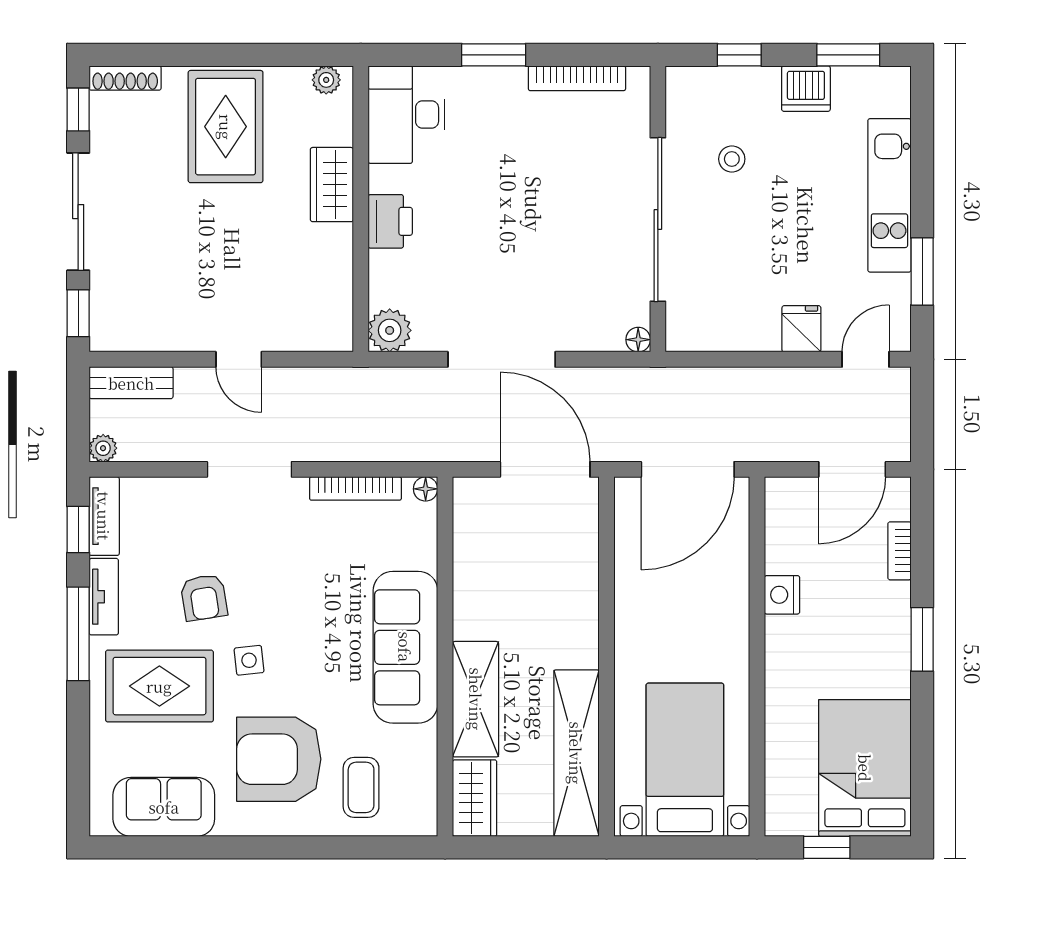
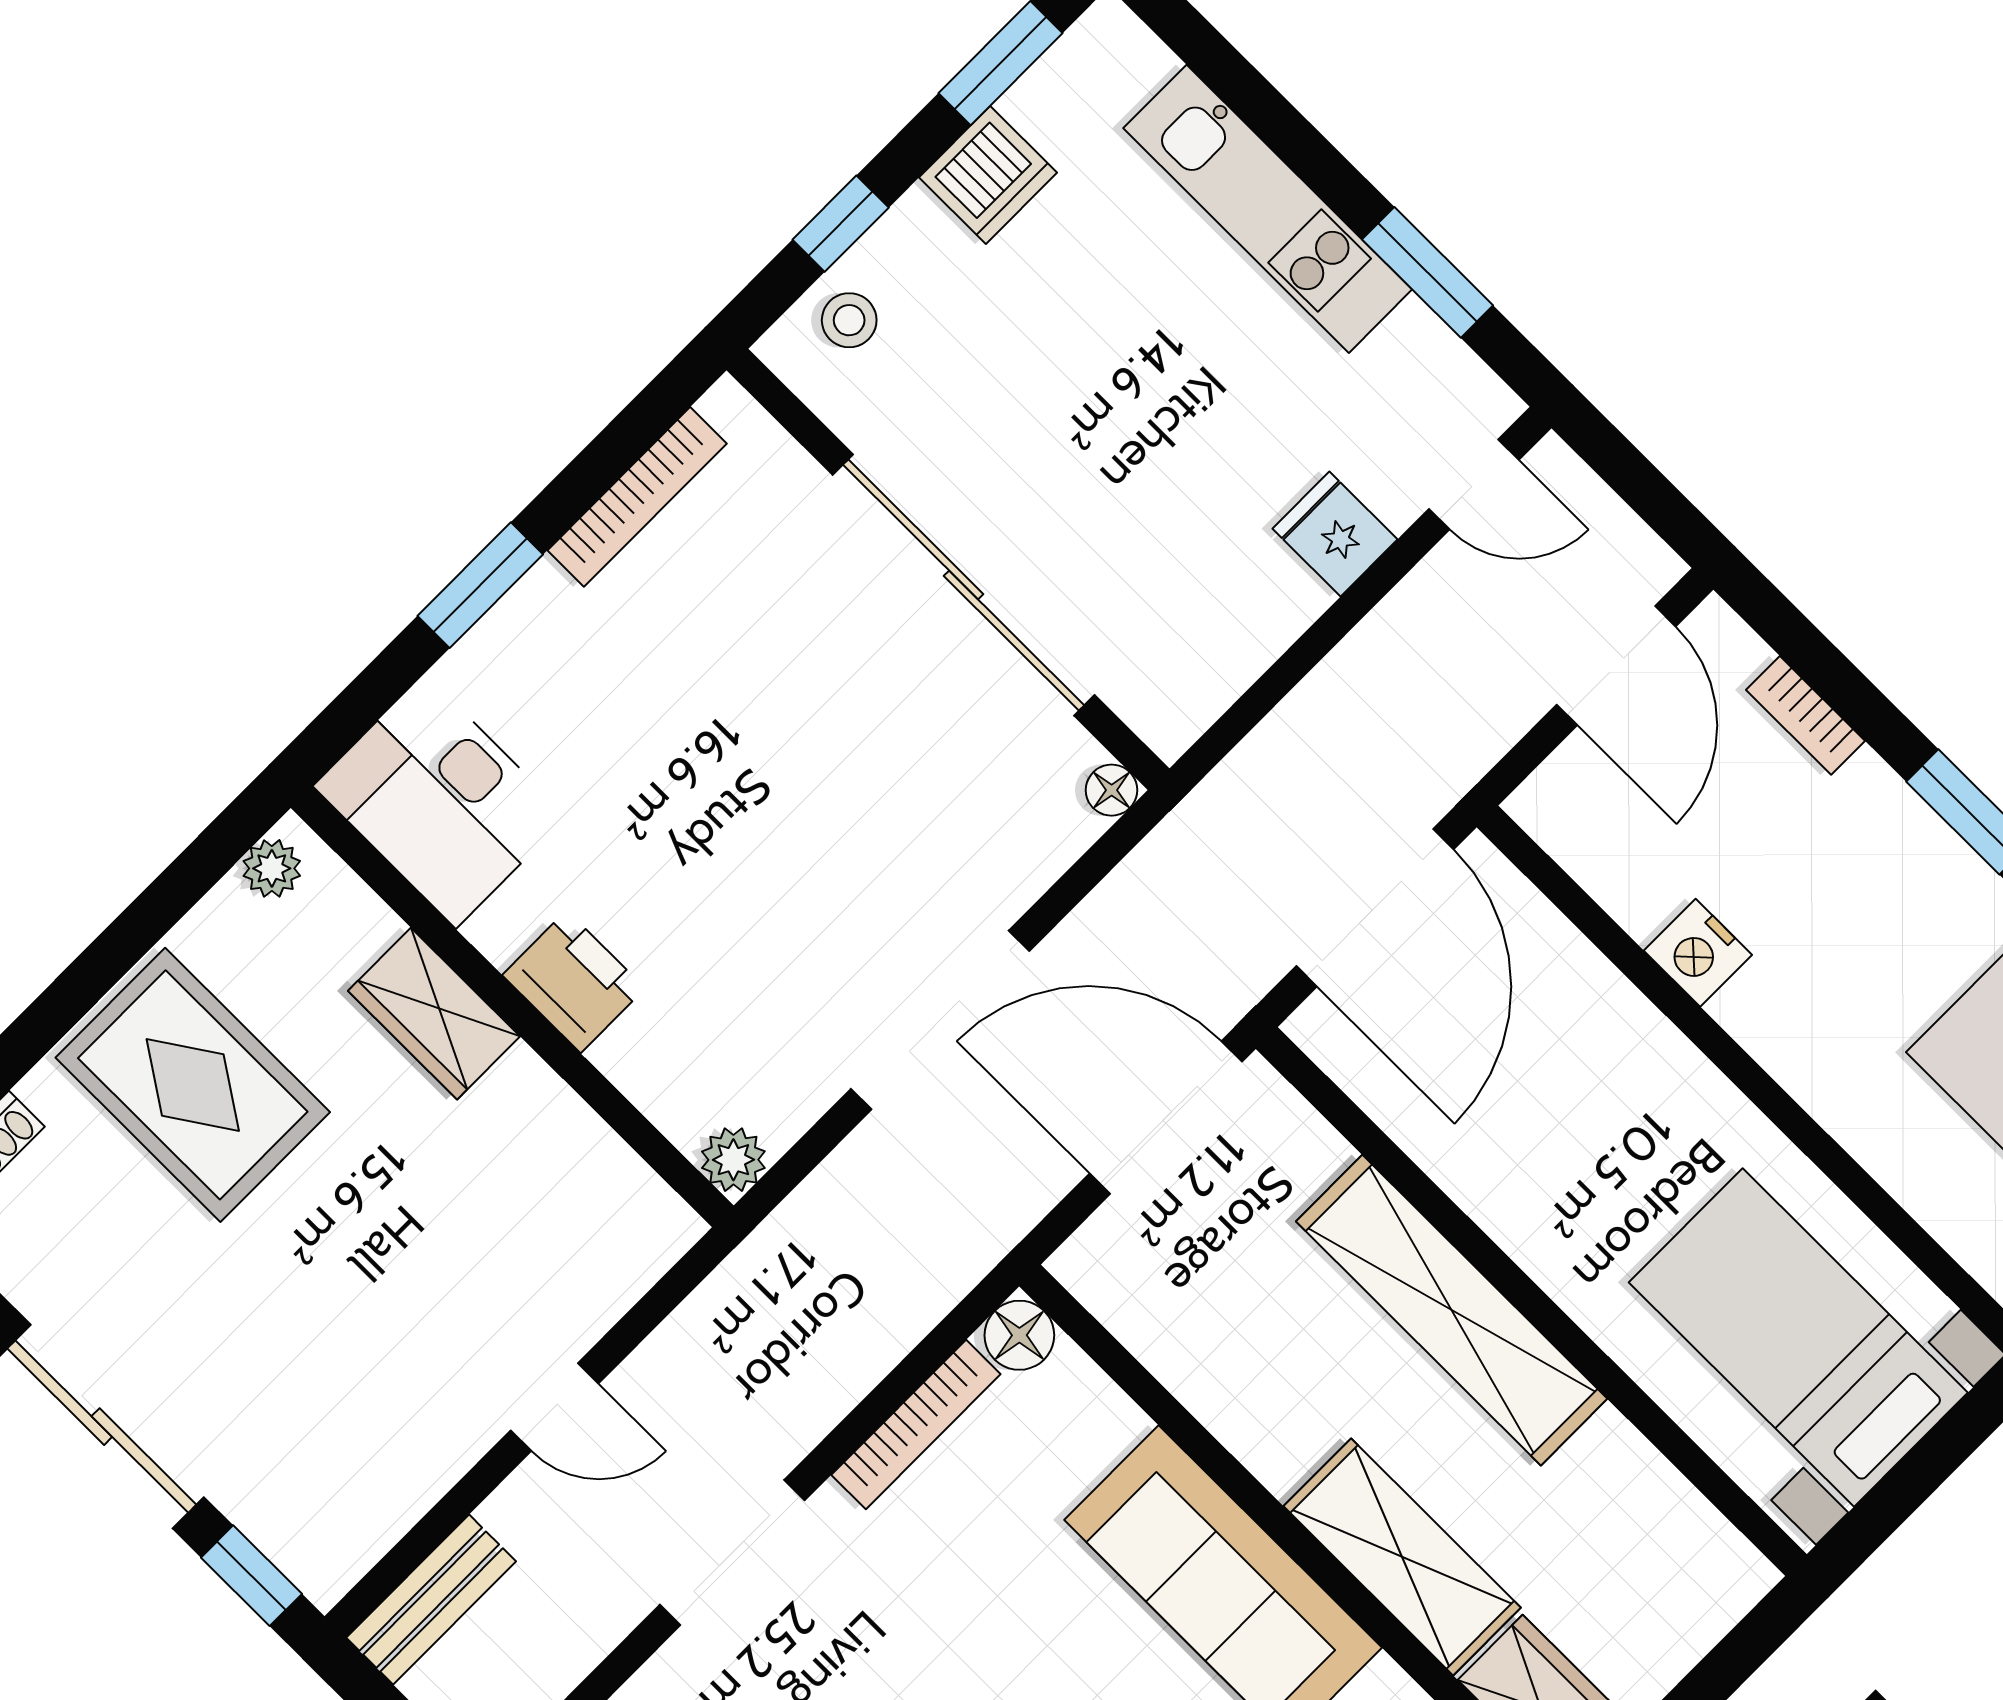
stool: (732, 159) -> (849, 320), moved
plant: (390, 330) -> (733, 1160), width x0.73, depth x0.73
door: (866, 359) -> (1474, 484), swing flipped
floor lamp: (426, 489) -> (1019, 1335), width x1.37, depth x1.37
shelving: (576, 753) -> (1452, 1310), moved

